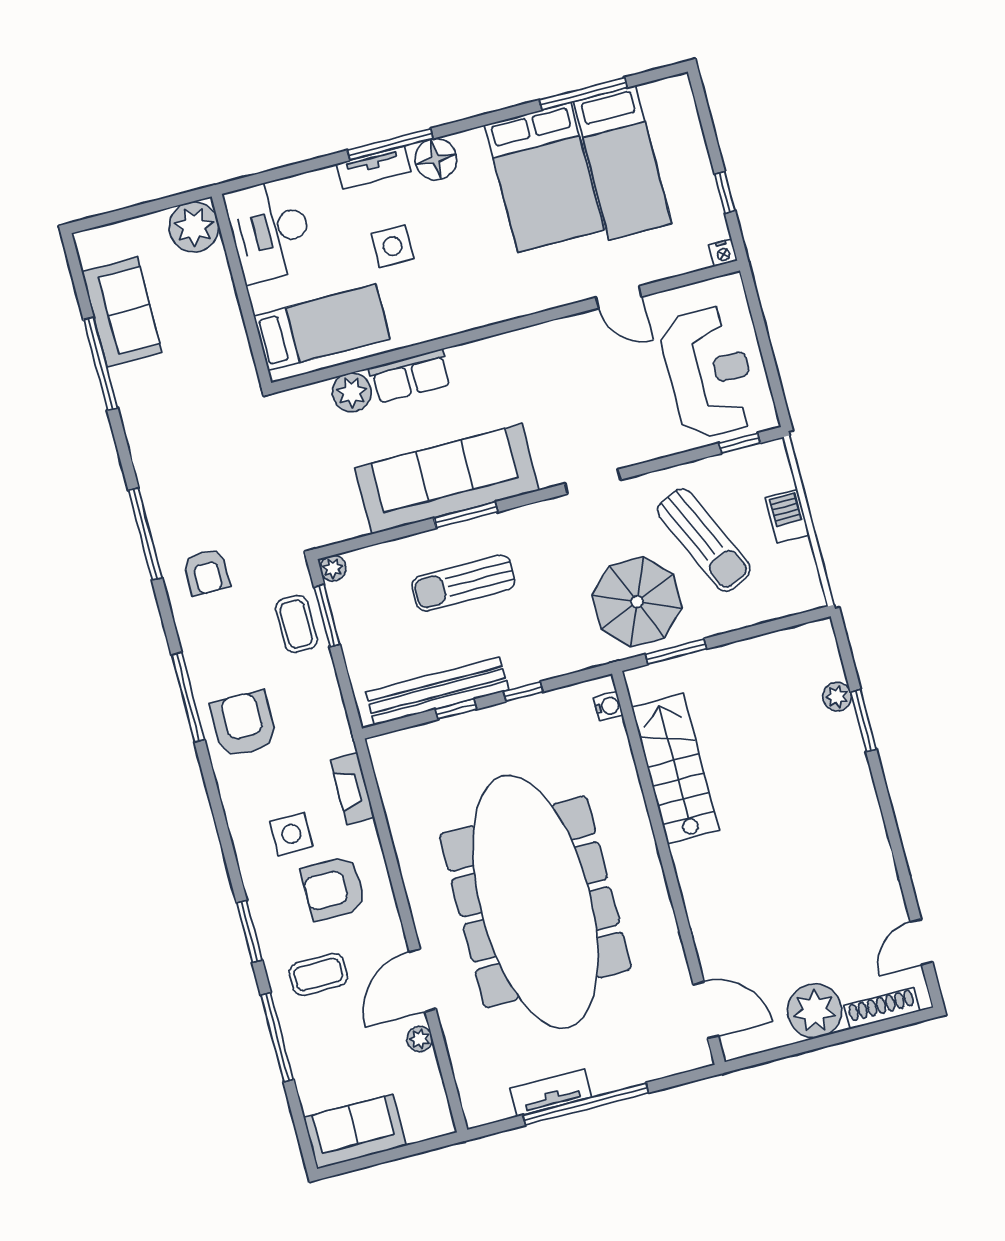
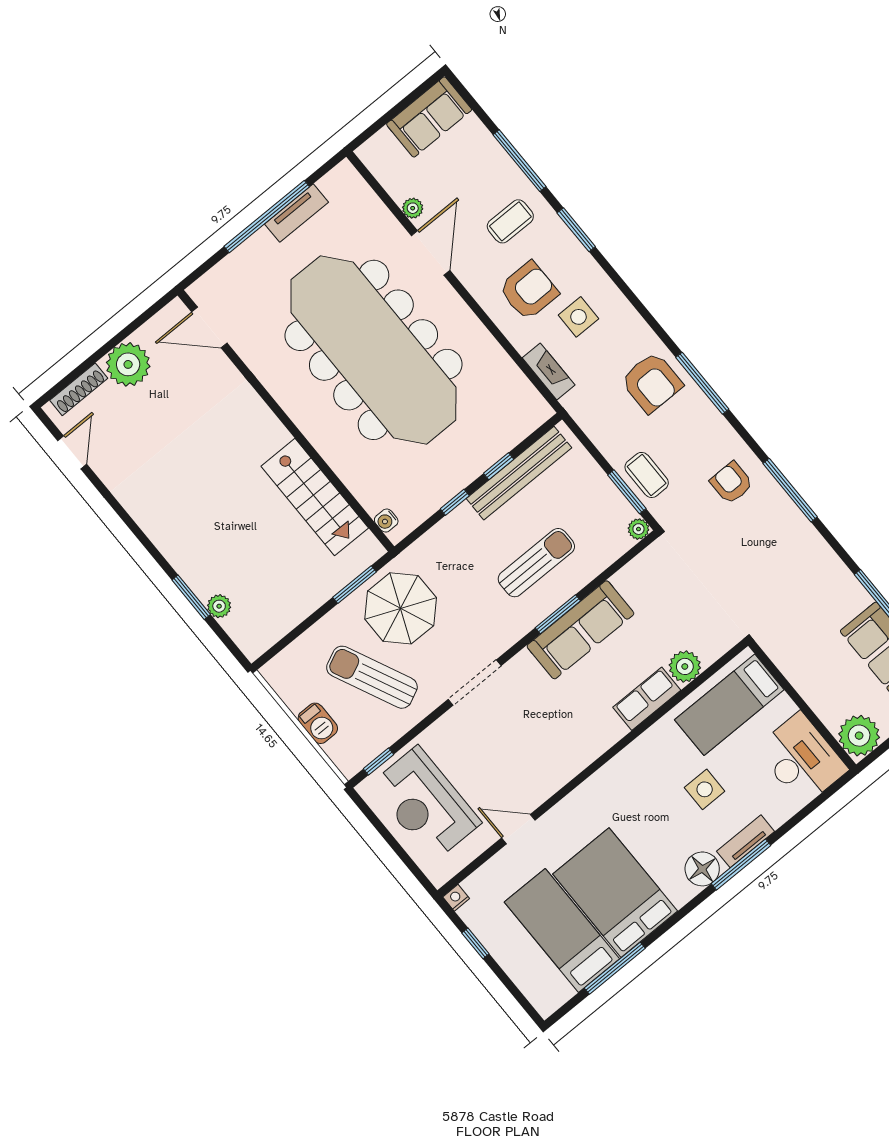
sofa: (447, 479) -> (580, 630), width x0.74, depth x0.79
doorway: (593, 482) -> (475, 683), width x1.38

